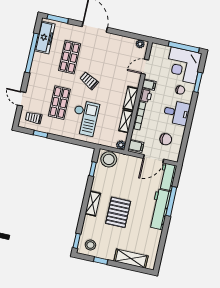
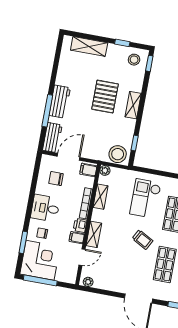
shelving: (131, 98) -> (94, 234), moved
workbench: (160, 209) -> (60, 102), width x0.73

